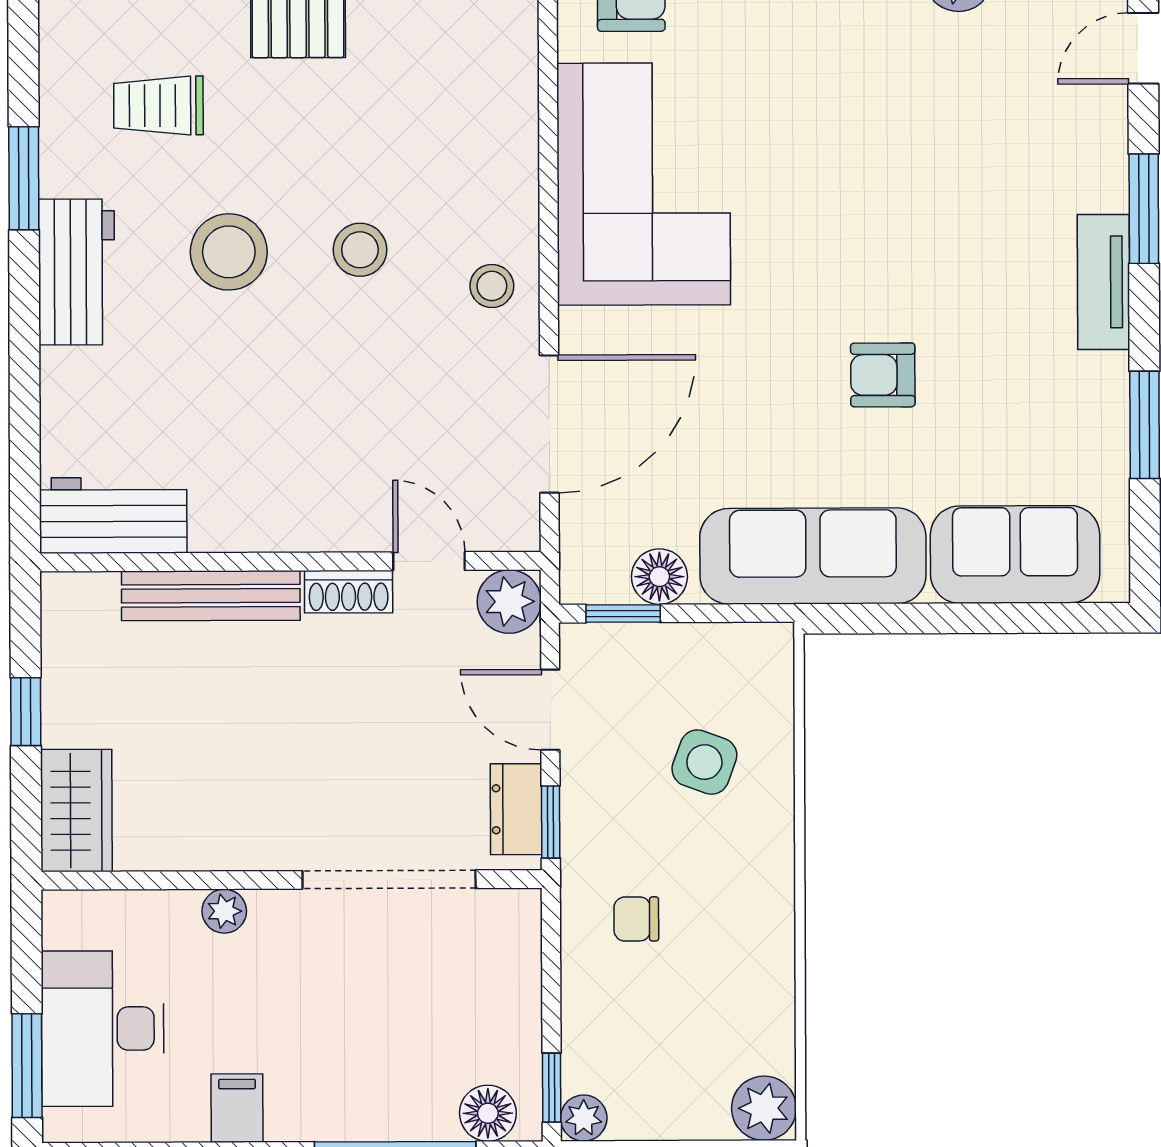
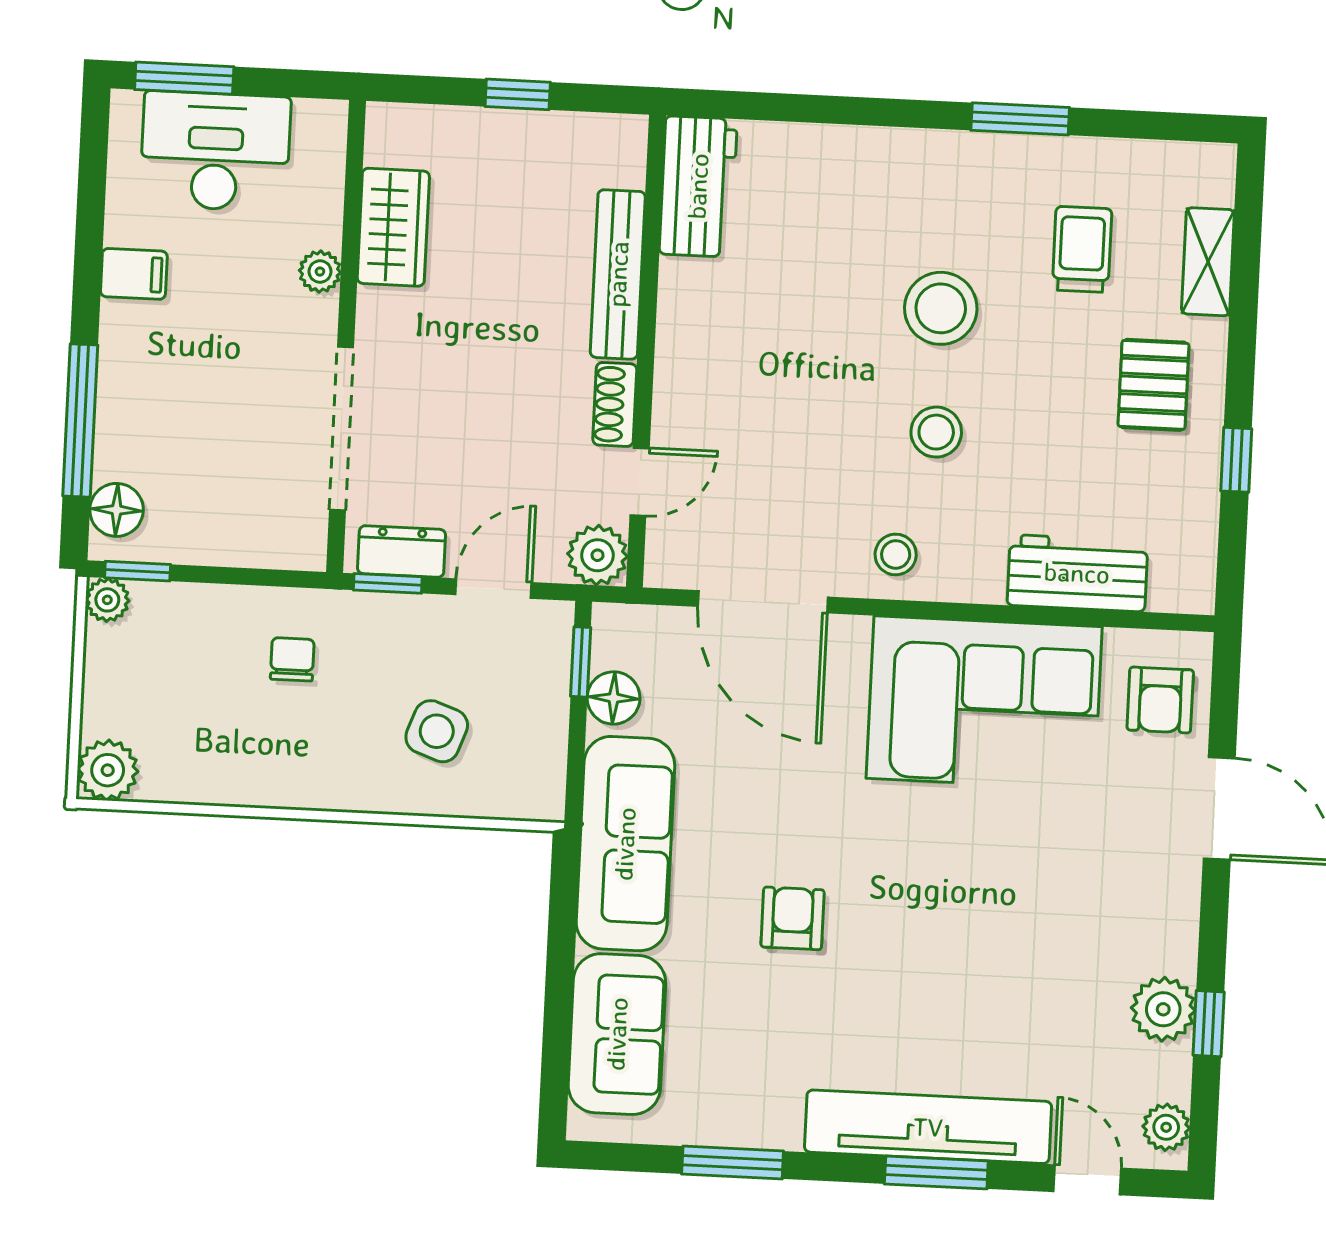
workbench: (77, 272) -> (1077, 573), moved, turned 180
tv unit: (1104, 282) -> (928, 1127), width x1.92, depth x1.29
wardrobe: (76, 811) -> (393, 227), moved, turned -90

